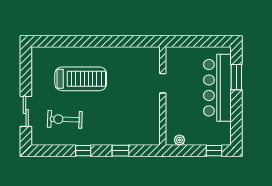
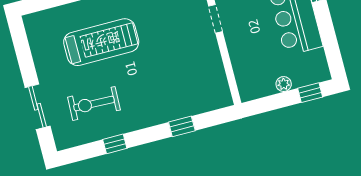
plant: (179, 140) -> (284, 84), moved
window: (83, 151) -> (115, 144), moved

